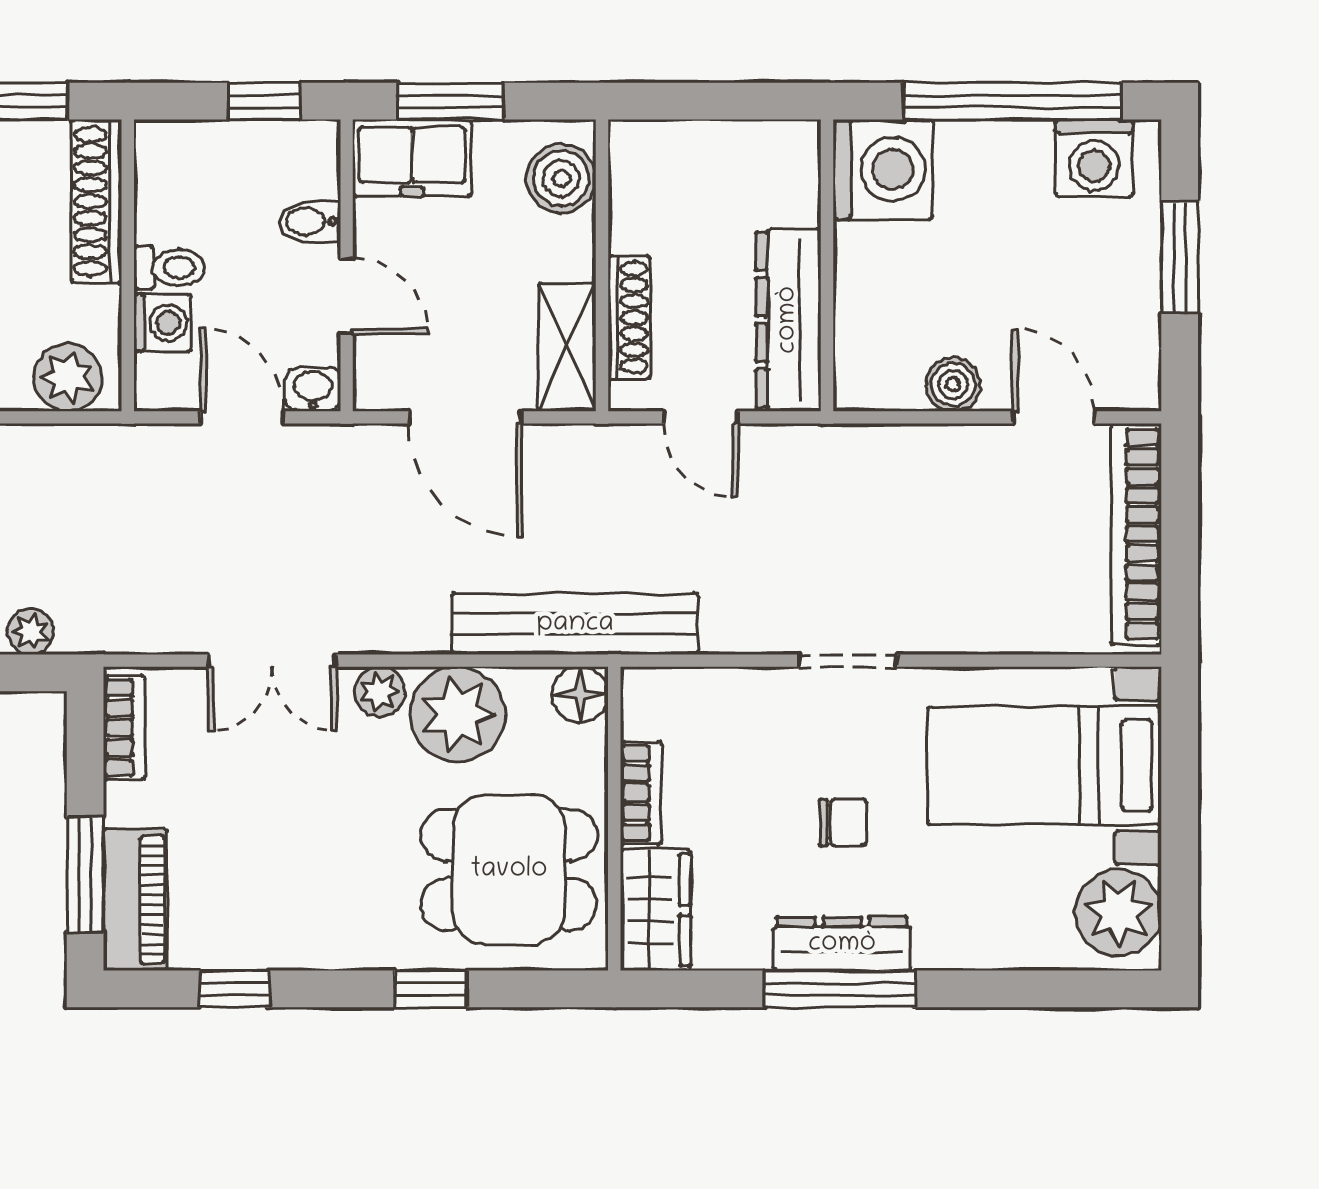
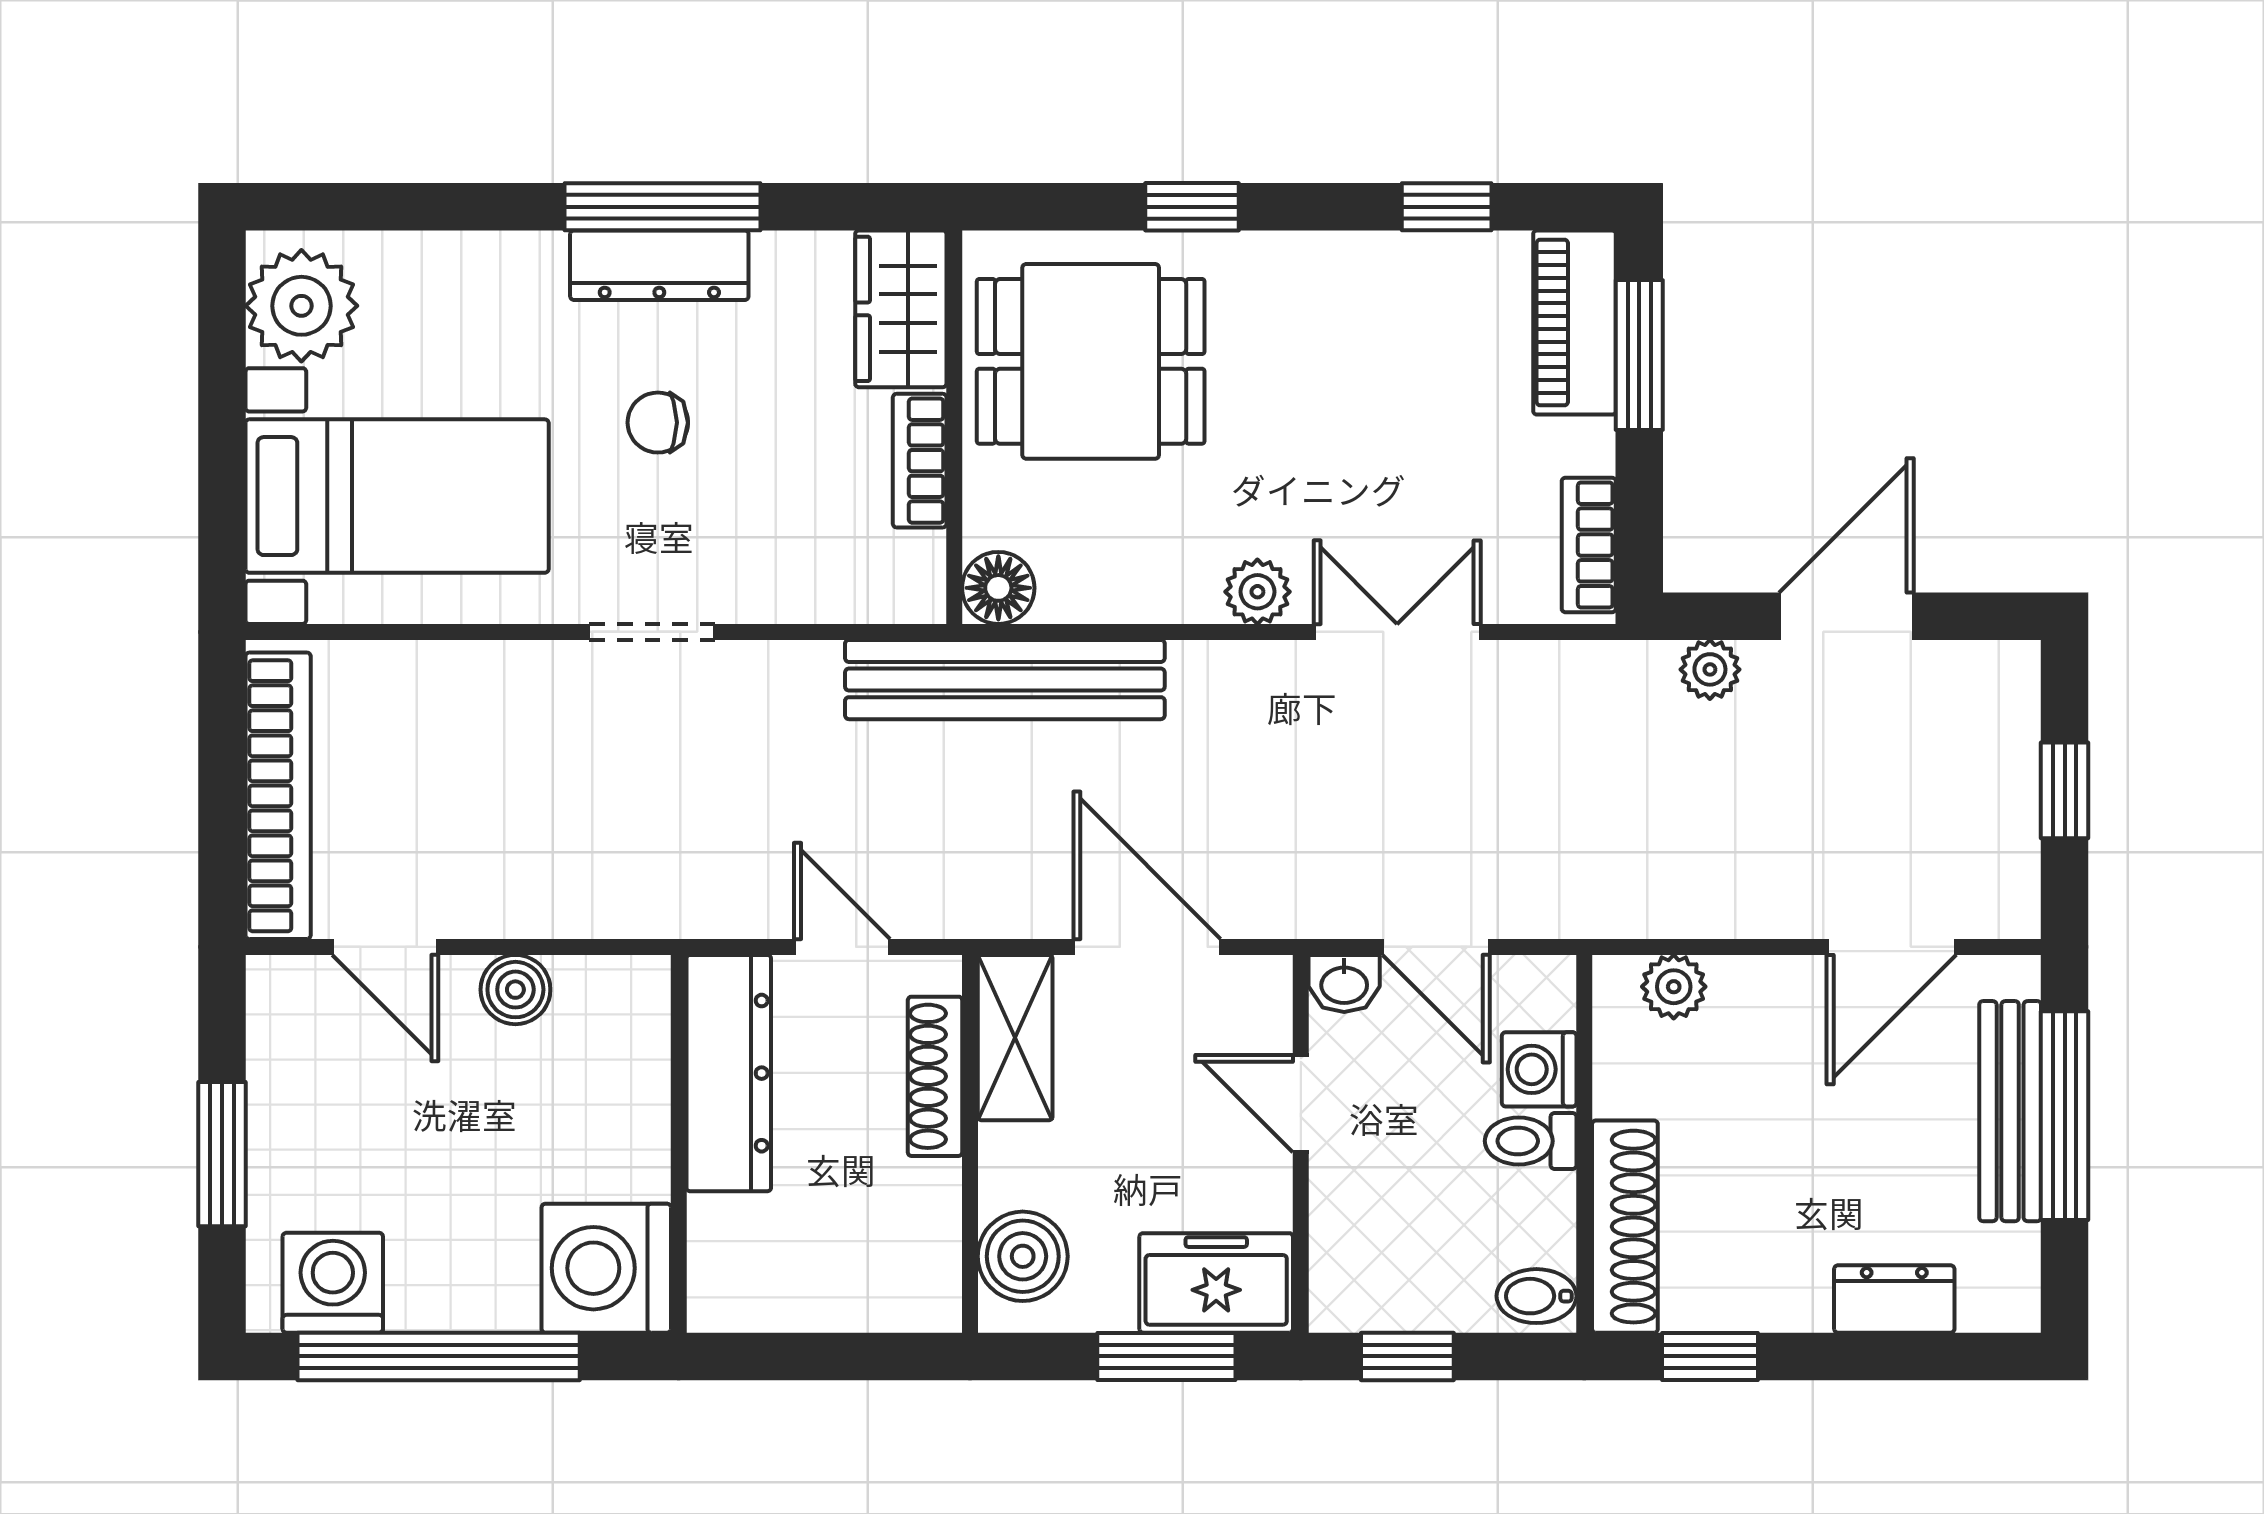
bidet: (310, 221) -> (1536, 1296), moved, turned 180
plant: (68, 377) -> (1674, 987), width x0.73, depth x0.73
plant: (457, 714) -> (1157, 562), removed

